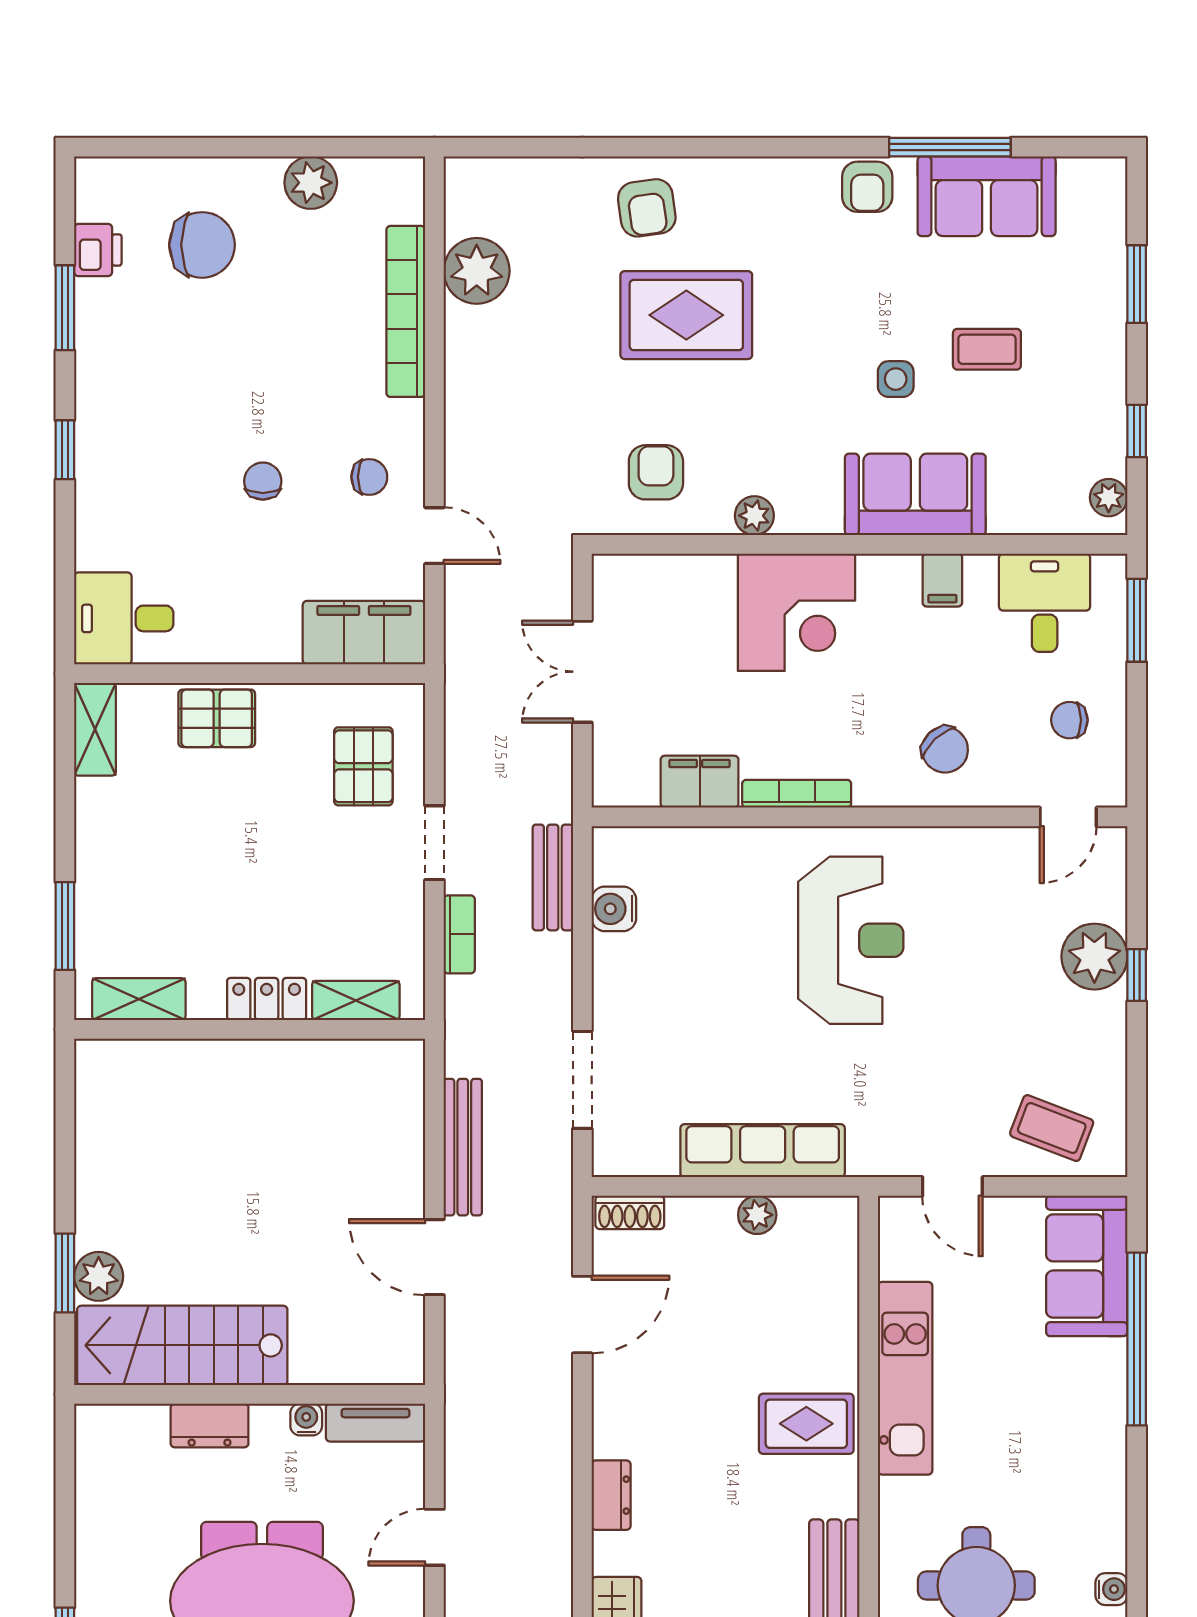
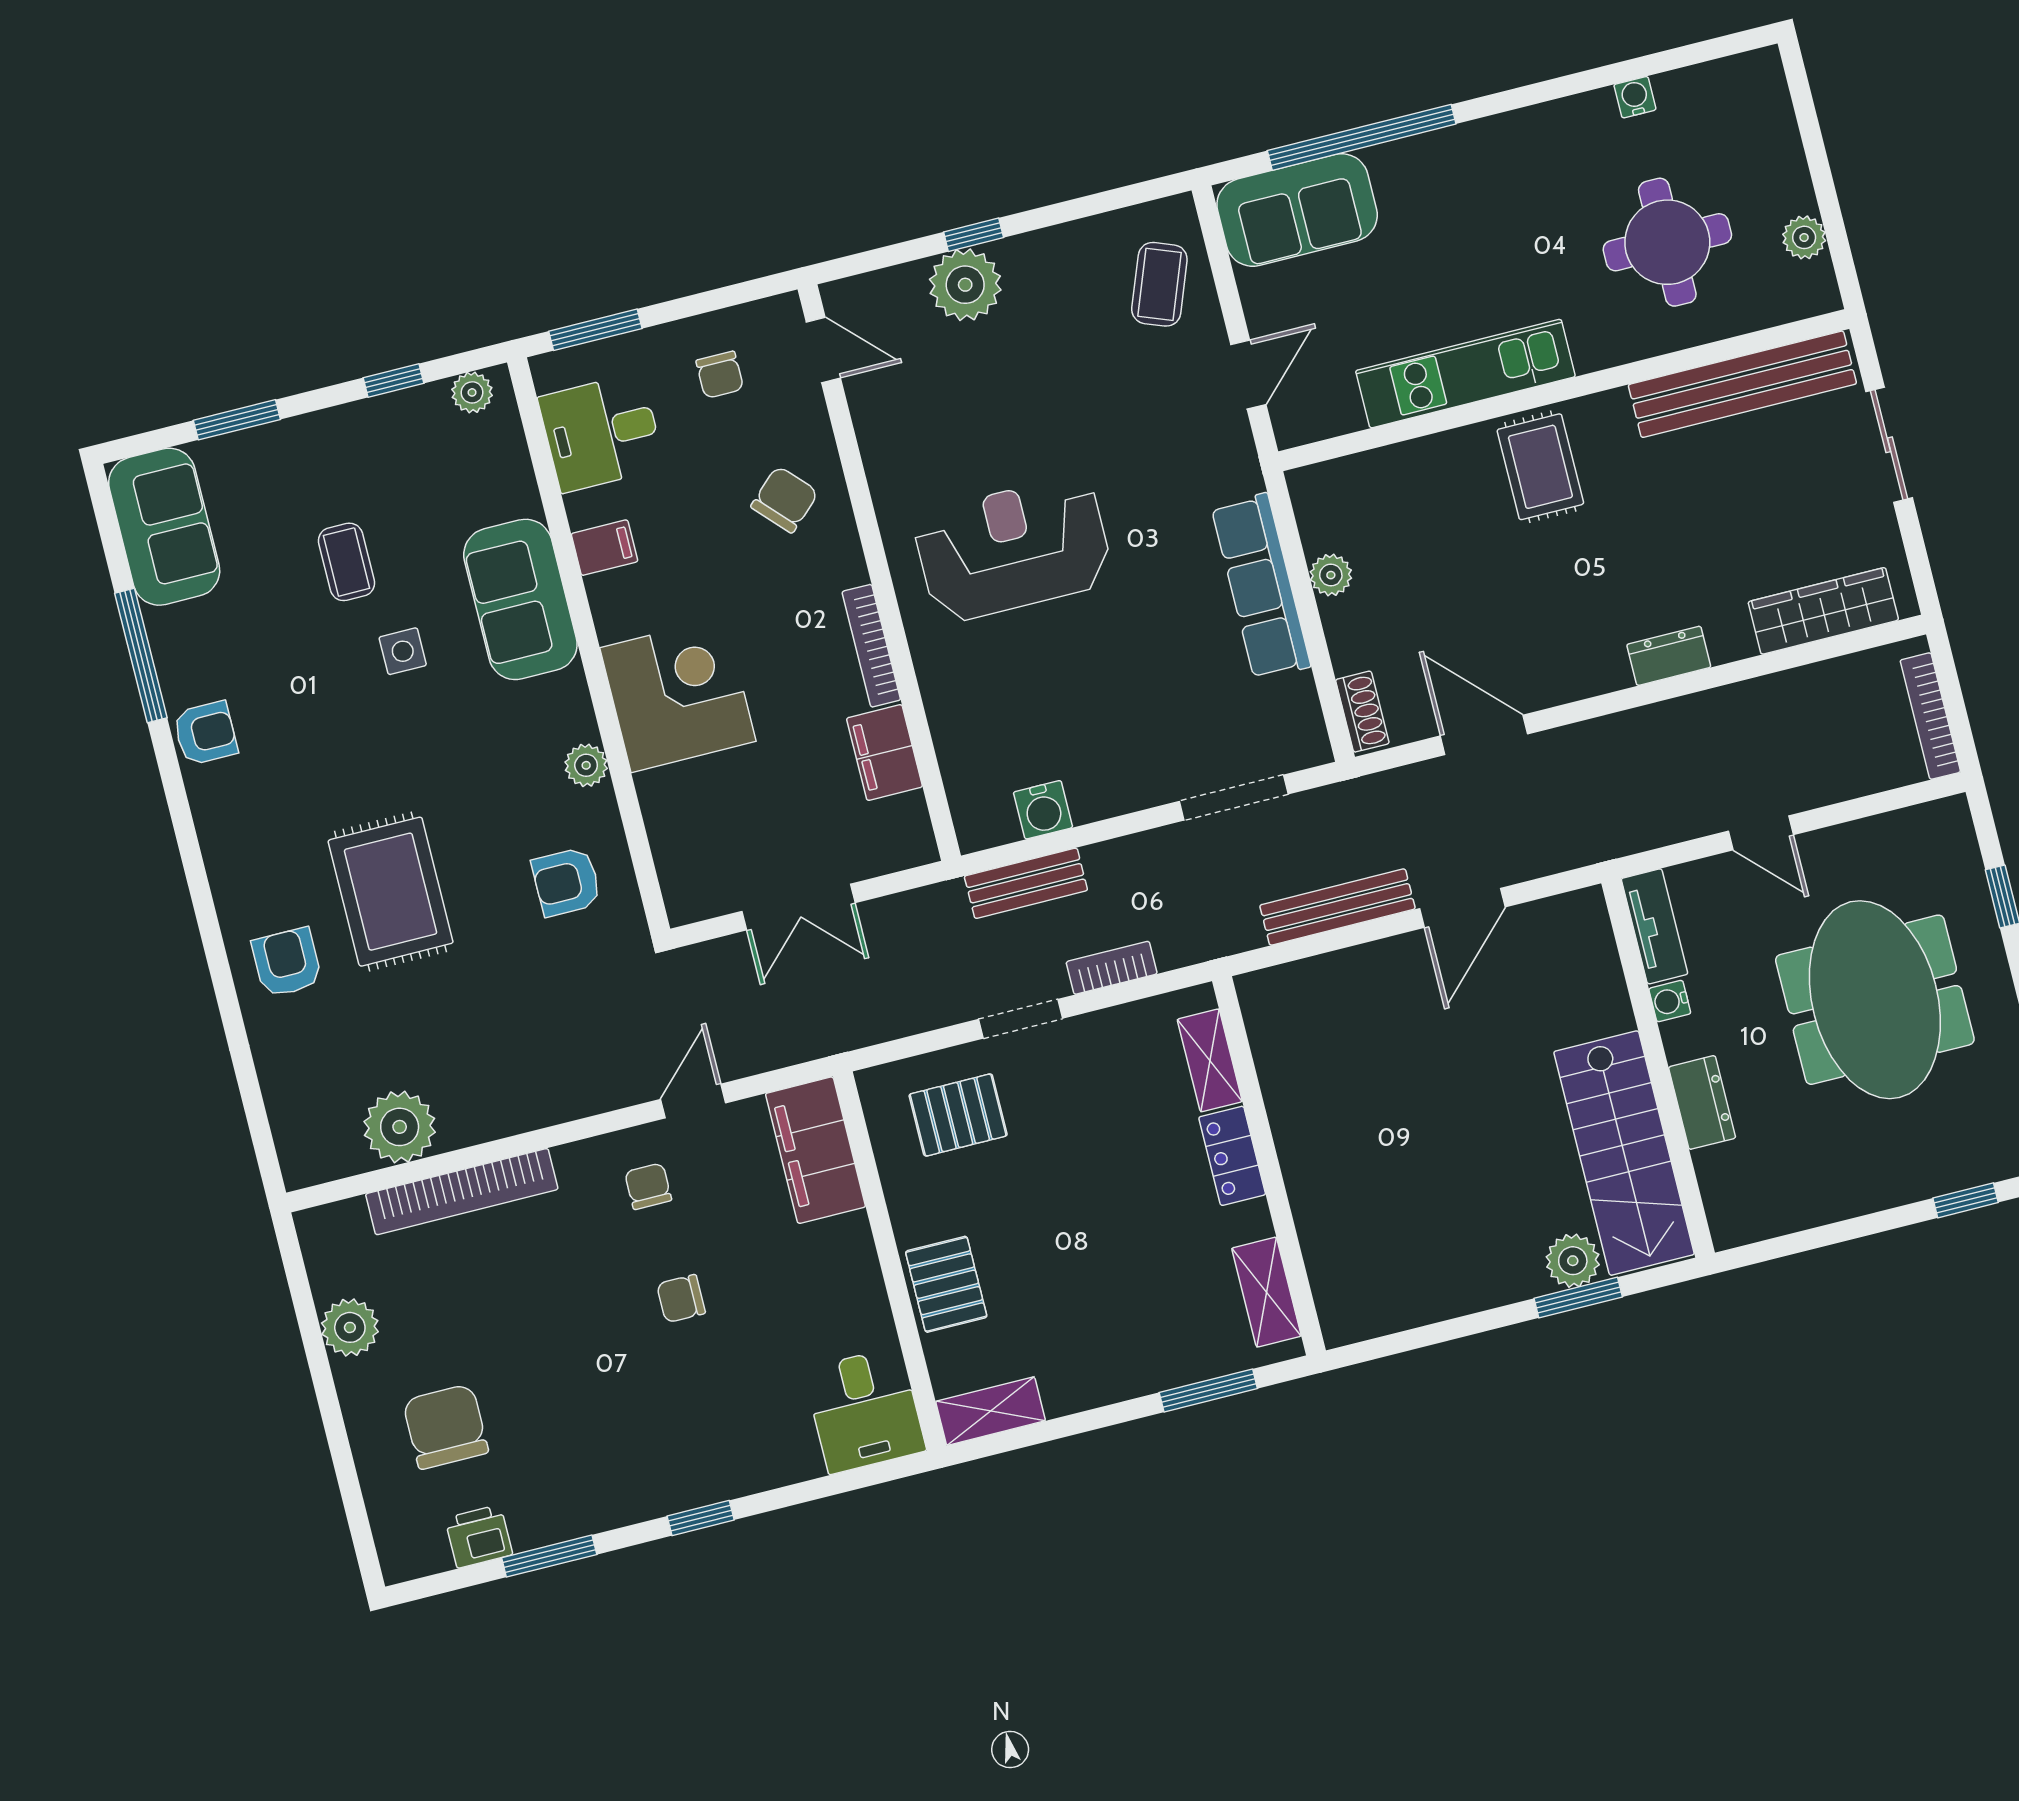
sofa: (987, 196) -> (164, 527), moved
armchair: (647, 208) -> (287, 962), turned -82

